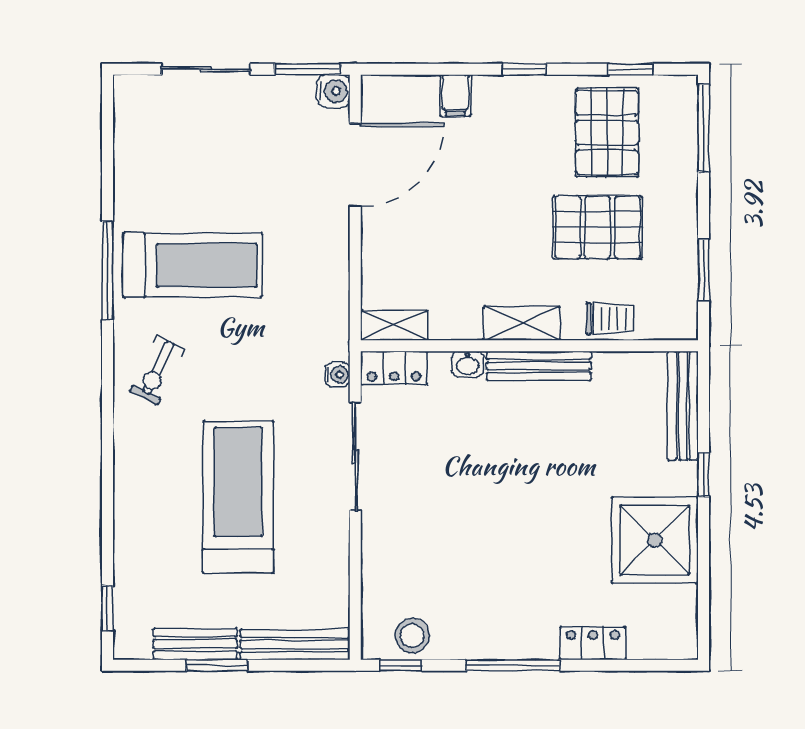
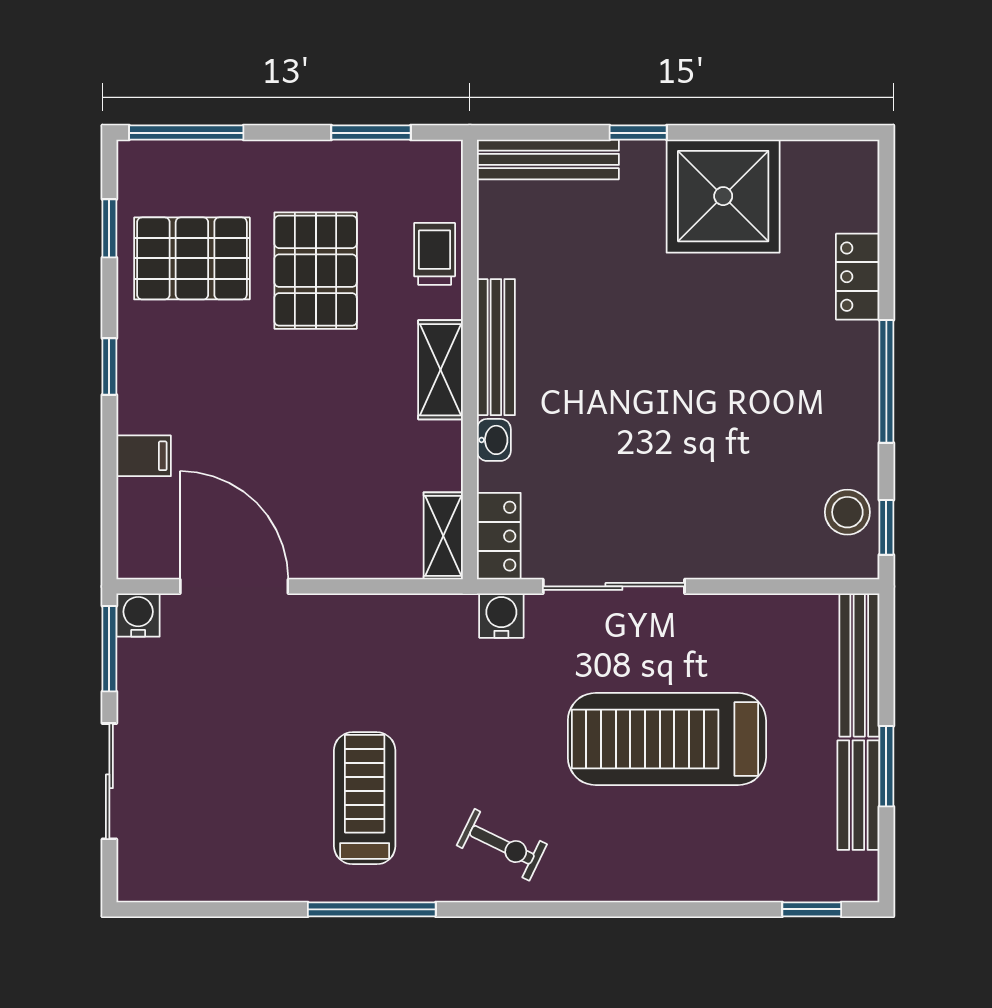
treadmill: (193, 265) -> (365, 798), width x0.73, depth x0.73
water cooler: (338, 375) -> (501, 616), width x1.38, depth x1.38

